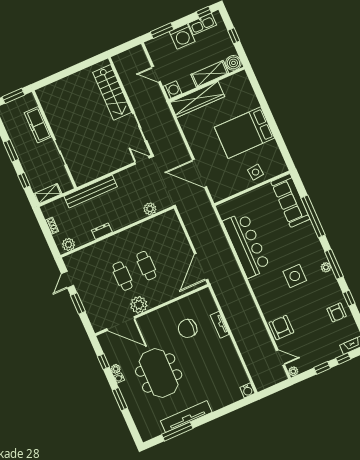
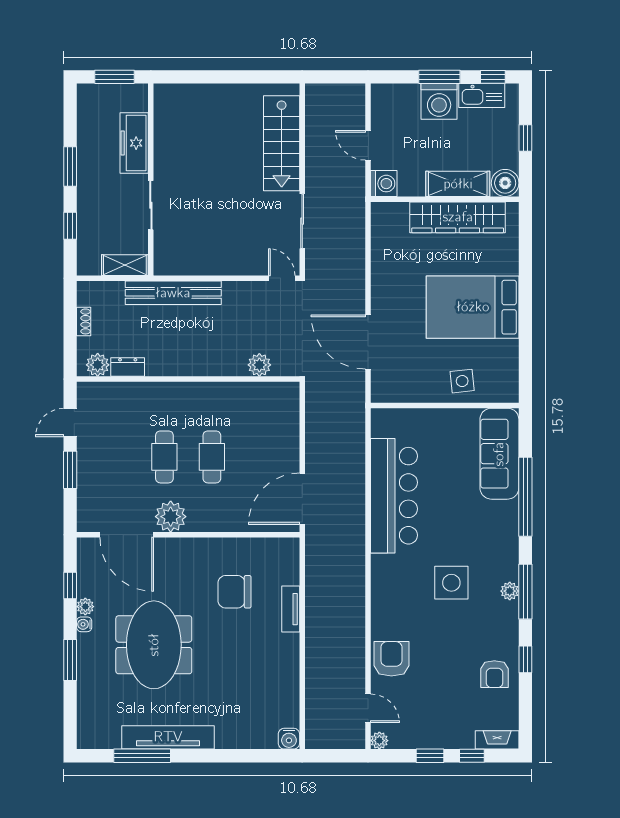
window: (162, 31) -> (439, 77), moved
wardrobe: (197, 99) -> (458, 217), moved
shelving: (48, 194) -> (125, 265), moved
dresser: (102, 231) -> (128, 367), moved

